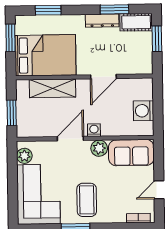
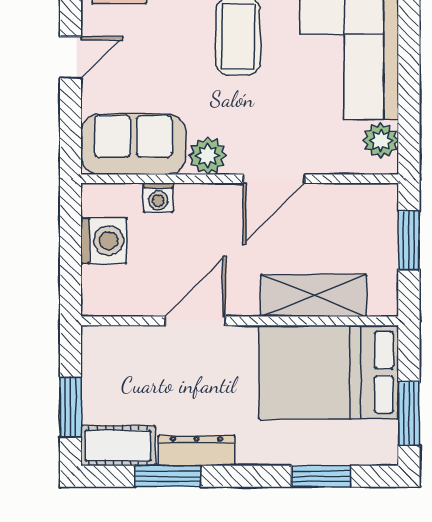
washing machine: (94, 130) -> (158, 198), moved

